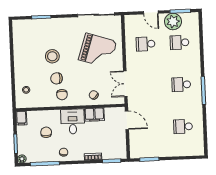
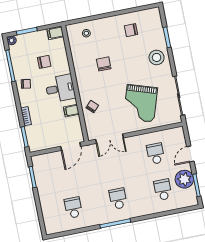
stool: (52, 56) -> (157, 57), moved
double door: (125, 84) -> (110, 139), swing flipped
chair: (62, 95) -> (131, 30), moved
filing cabinet: (94, 115) -> (71, 111), width x0.50

